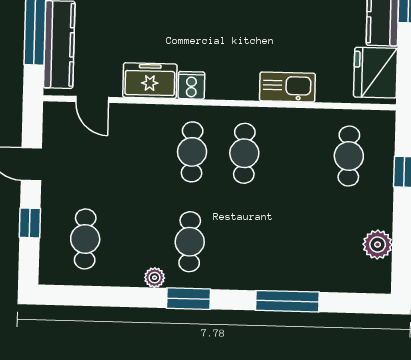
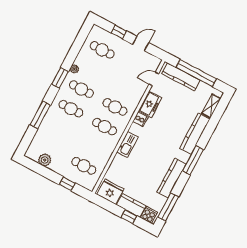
kitchen sink: (287, 87) -> (127, 145), moved
cafe table: (242, 243) -> (71, 109), added

